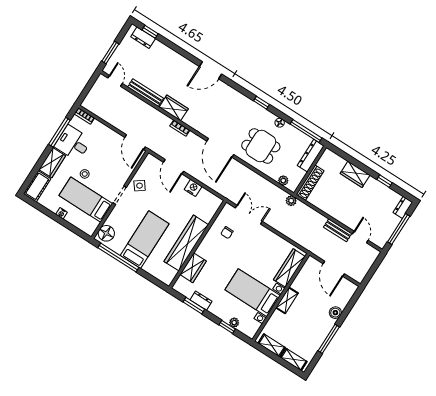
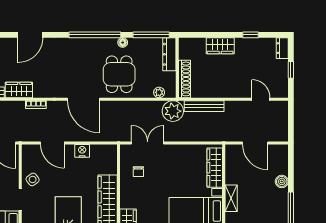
window: (261, 103) -> (95, 35), width x3.17
dining table: (261, 146) -> (119, 74), turned 90
plant: (291, 201) -> (173, 111), width x1.87, depth x1.87
window: (399, 229) -> (291, 70), width x0.46
bench: (338, 230) -> (204, 106), moved, width x1.36

